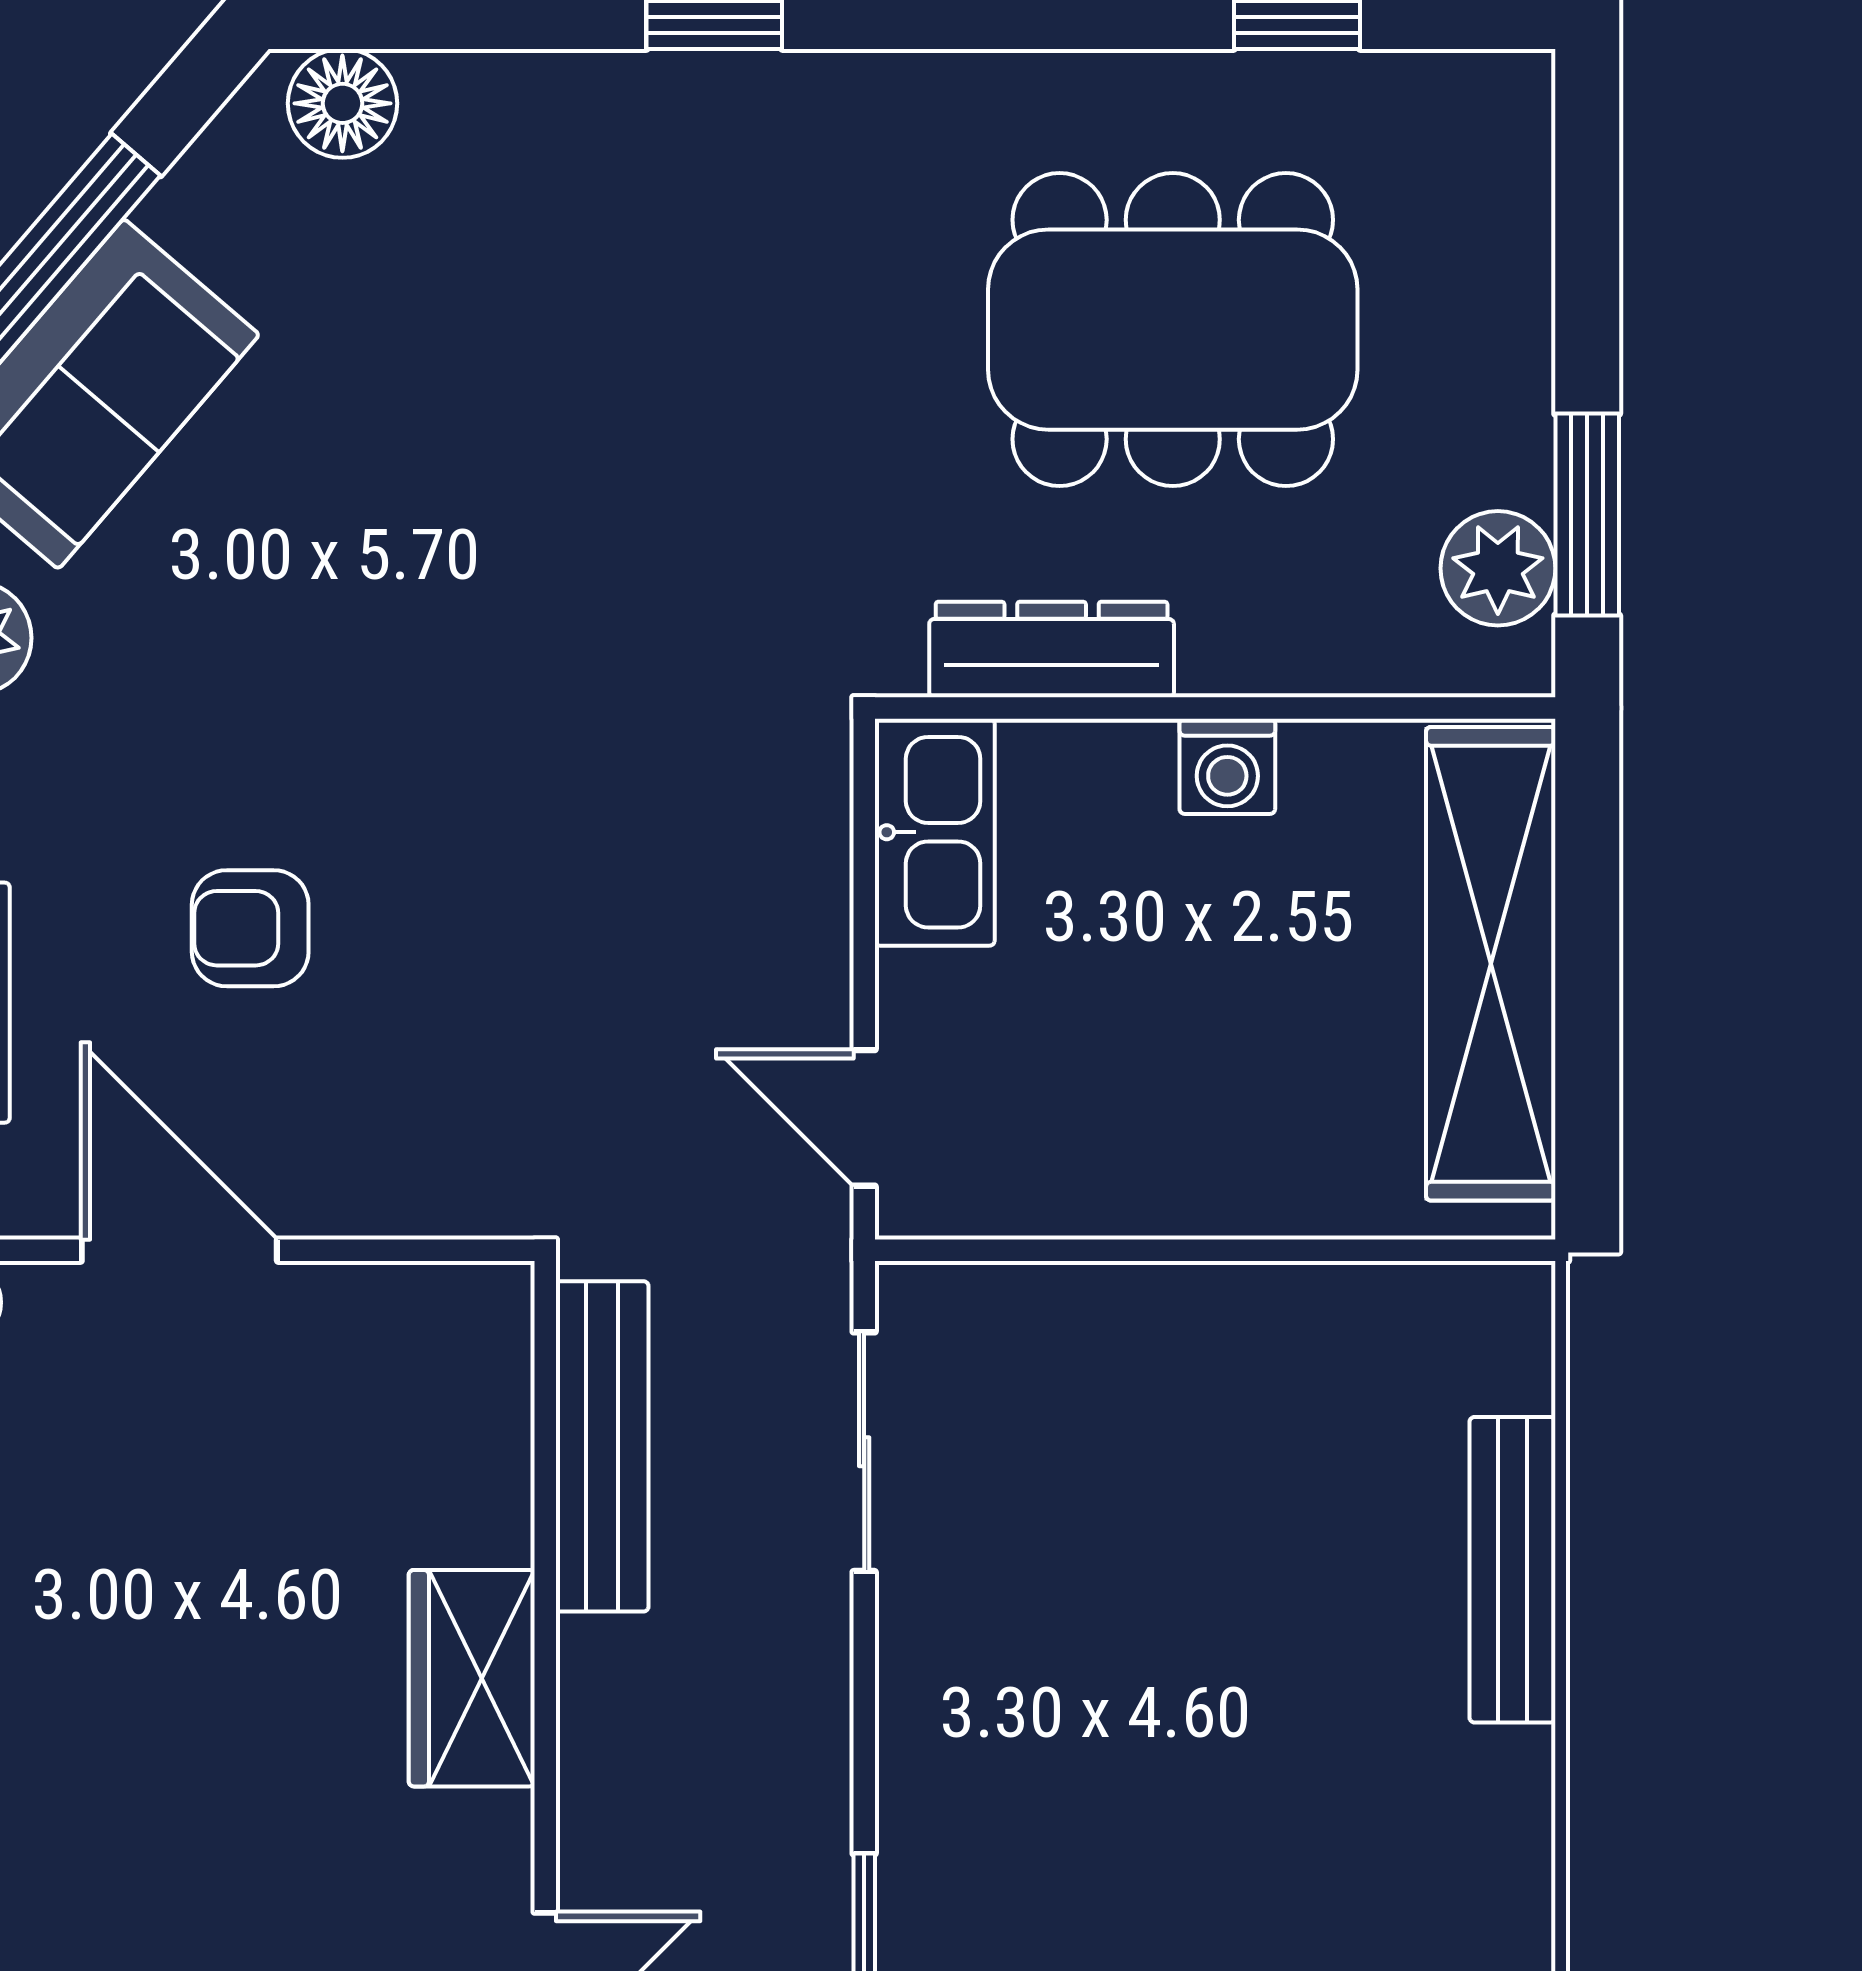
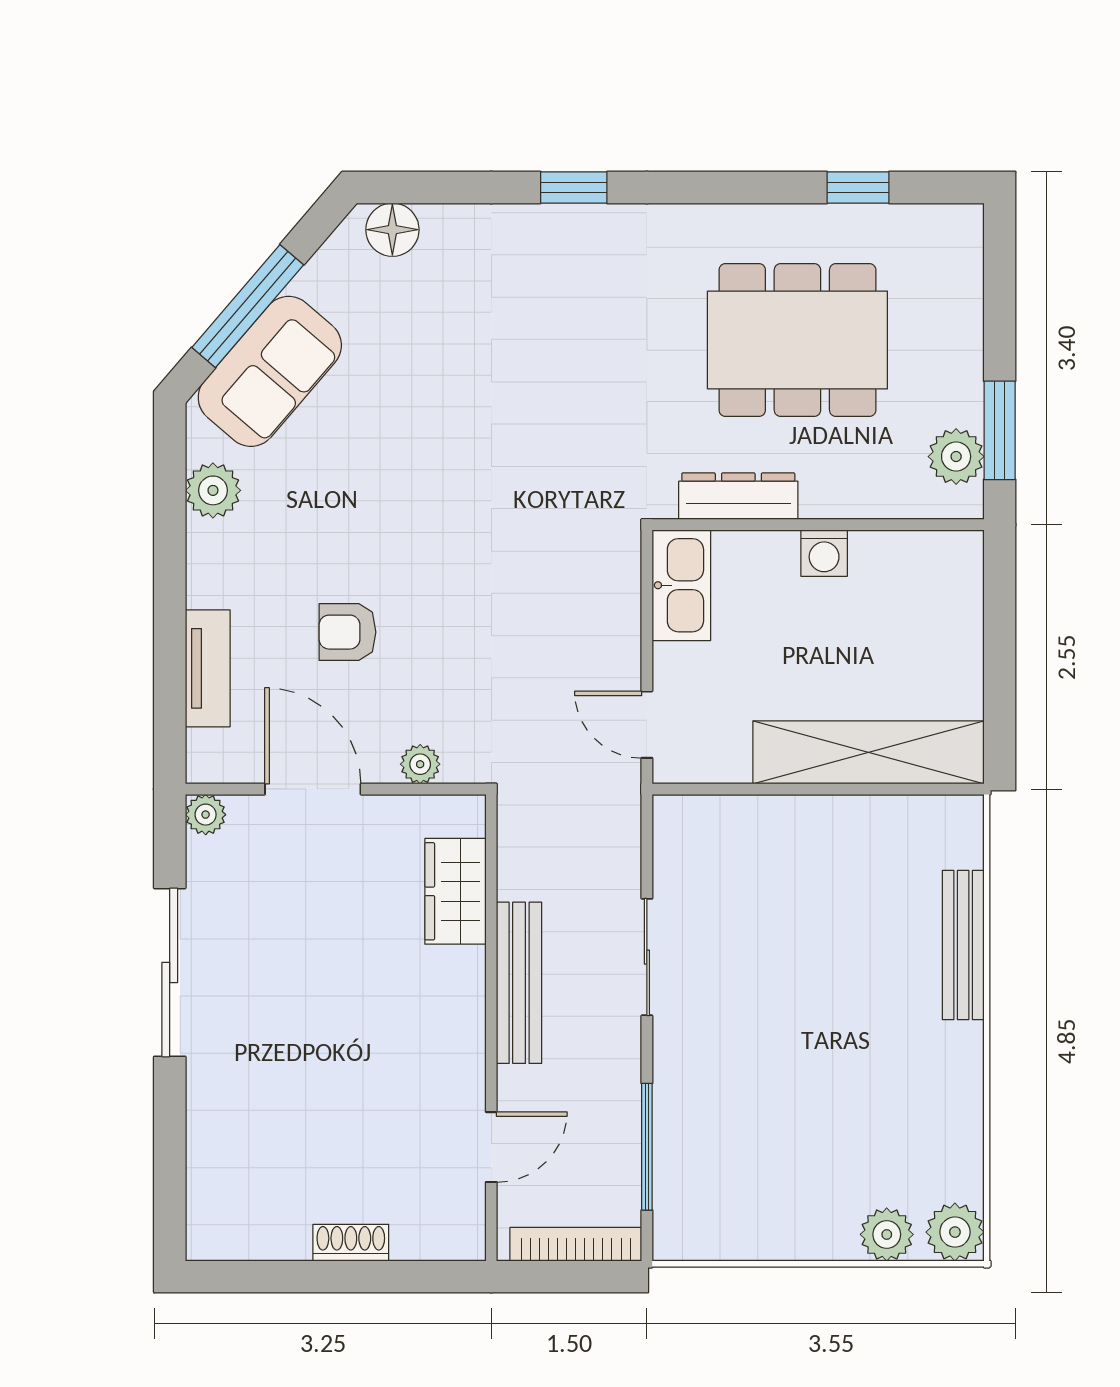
shelving: (1491, 964) -> (868, 752), moved, turned 90
plant: (399, 1199) -> (420, 764), added
bench: (602, 1446) -> (519, 983), moved
sliding door: (864, 1452) -> (647, 957), moved
wardrobe: (472, 1678) -> (455, 891), moved

